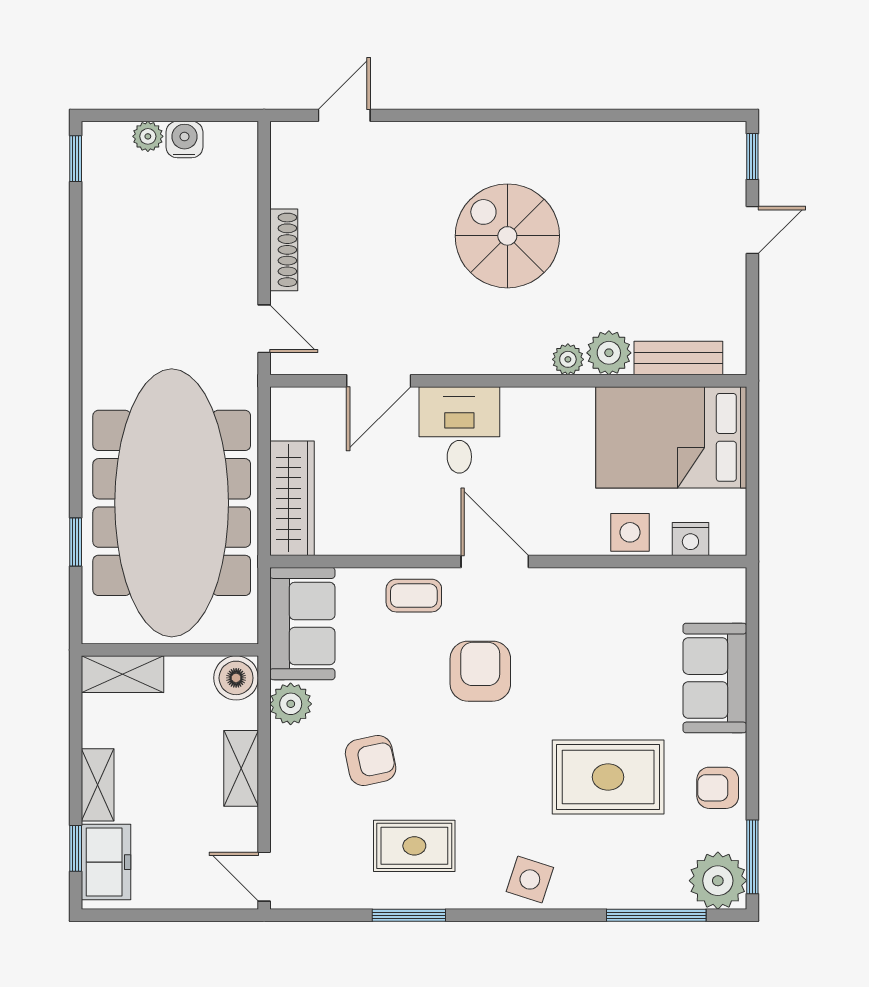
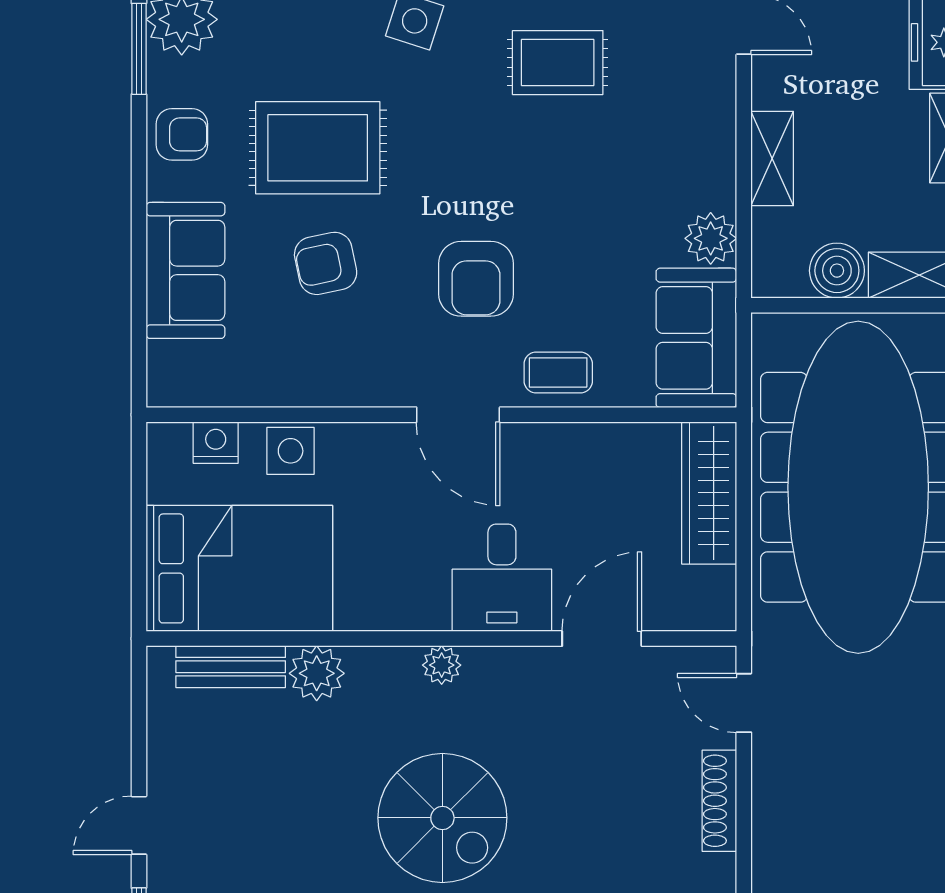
plant: (568, 359) -> (442, 665), moved
boiler: (236, 678) -> (837, 271), moved
armchair: (371, 760) -> (326, 263), moved

